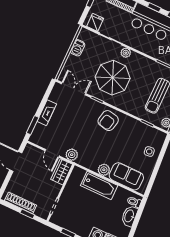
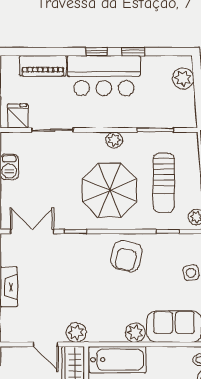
plant: (126, 53) -> (114, 140), moved
parasol: (113, 78) -> (110, 190), moved
armchair: (108, 121) -> (126, 256), moved
bathtub: (99, 185) -> (117, 360), moved

